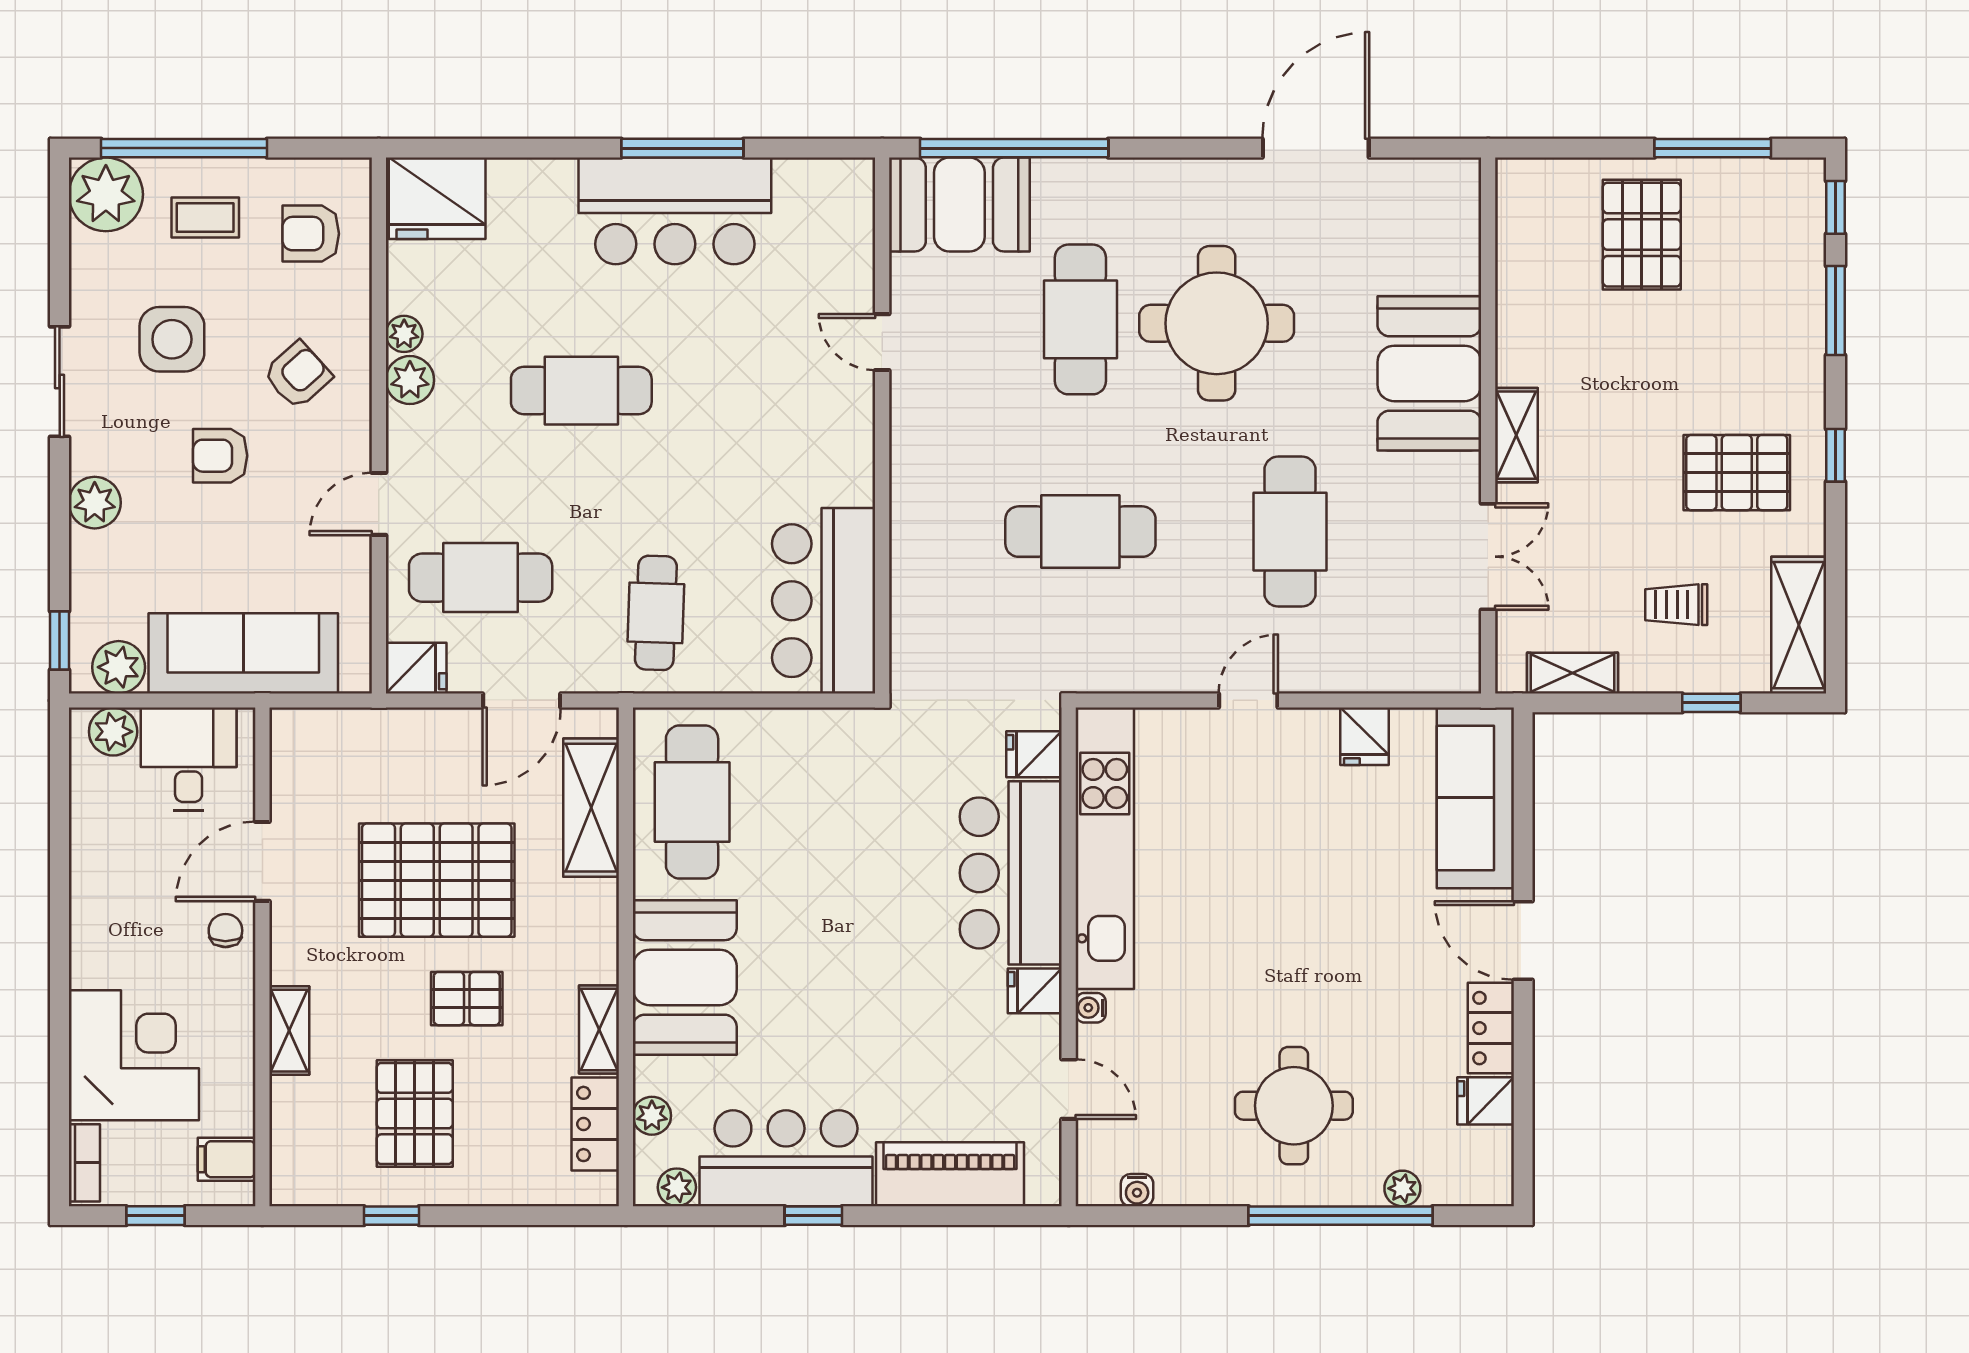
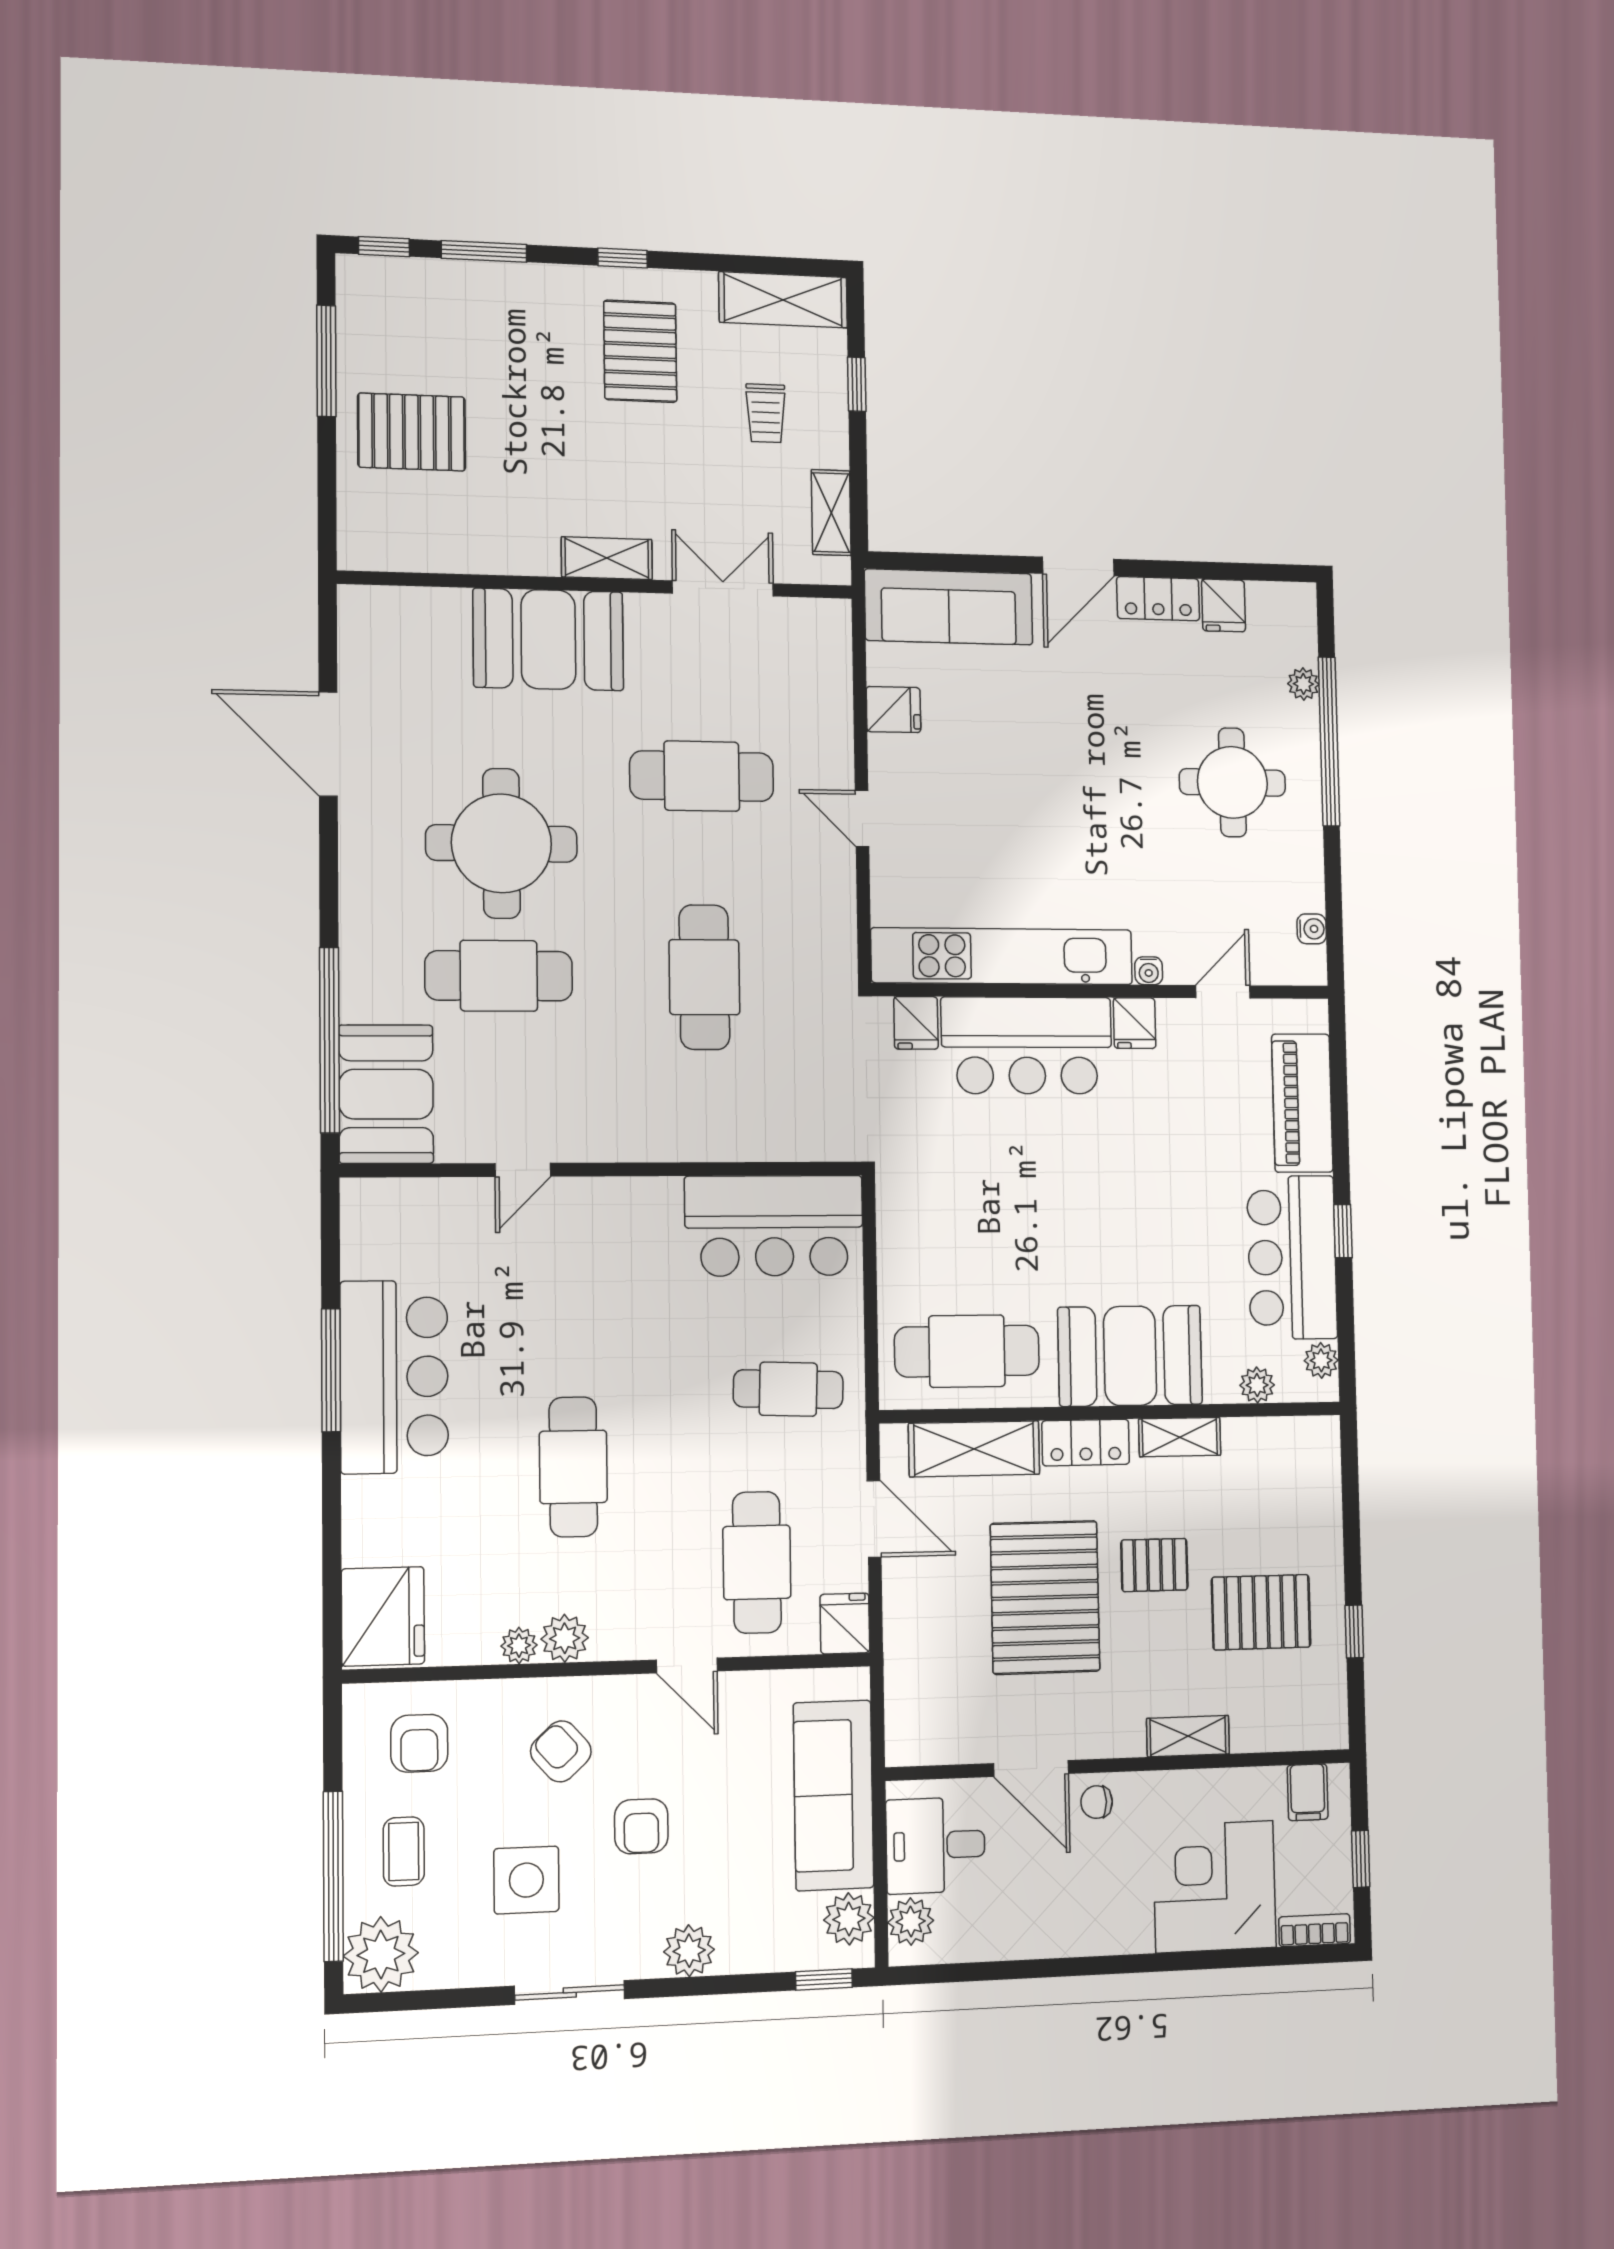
pallet: (467, 999) -> (1154, 1565), turned 90
locker: (595, 1124) -> (1086, 1443), moved

